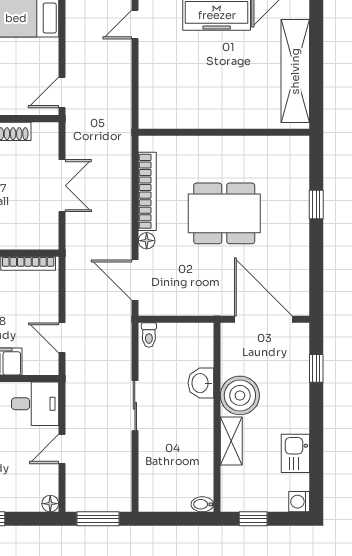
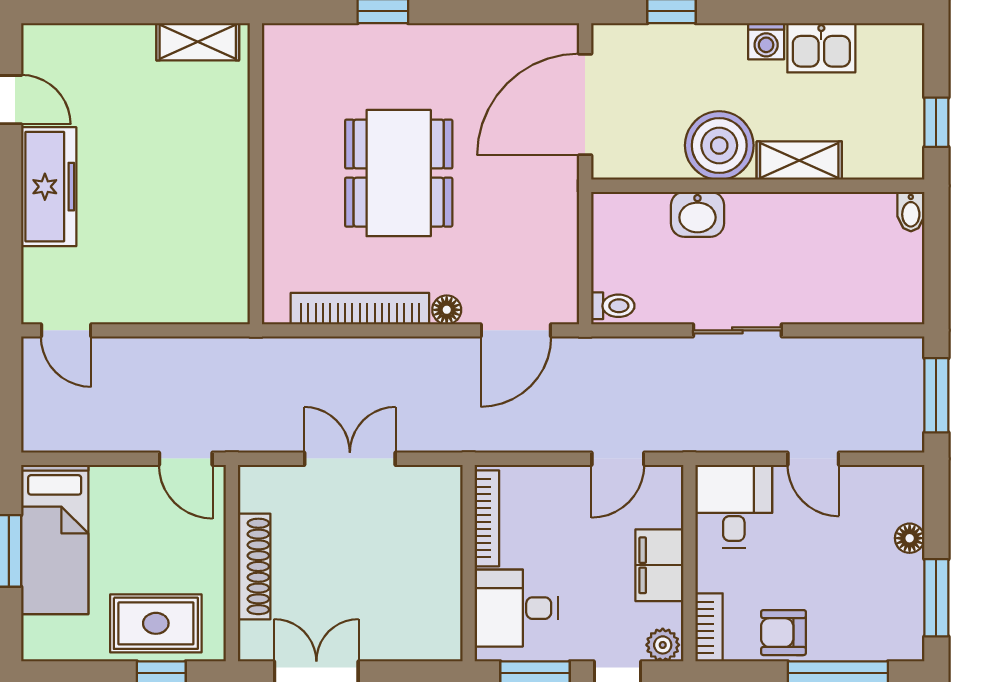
shelving: (295, 71) -> (198, 42), width x0.45, depth x0.75
washing machine: (299, 502) -> (766, 41), moved
floor lamp: (50, 504) -> (910, 538), moved

